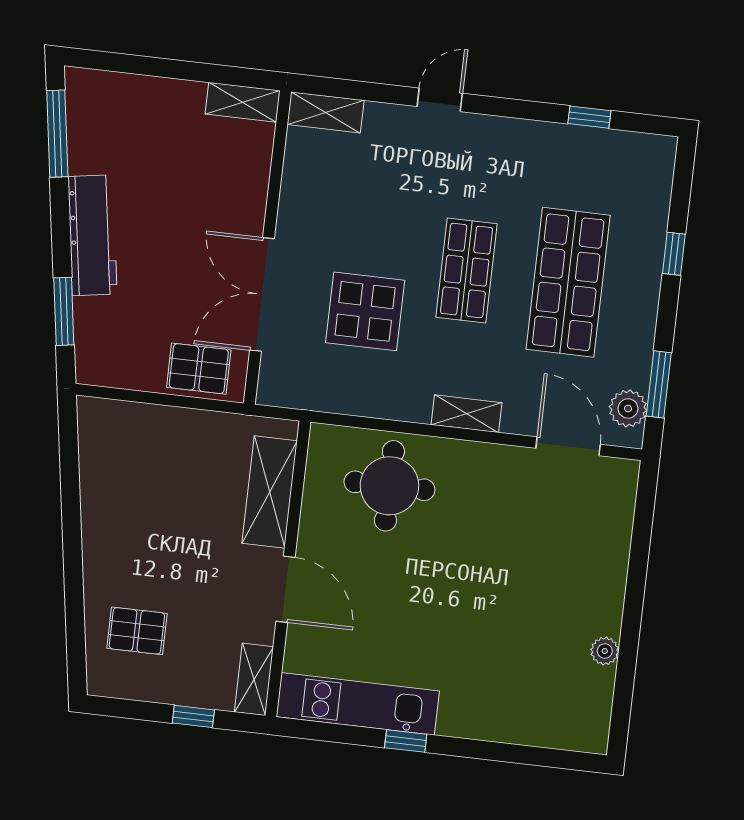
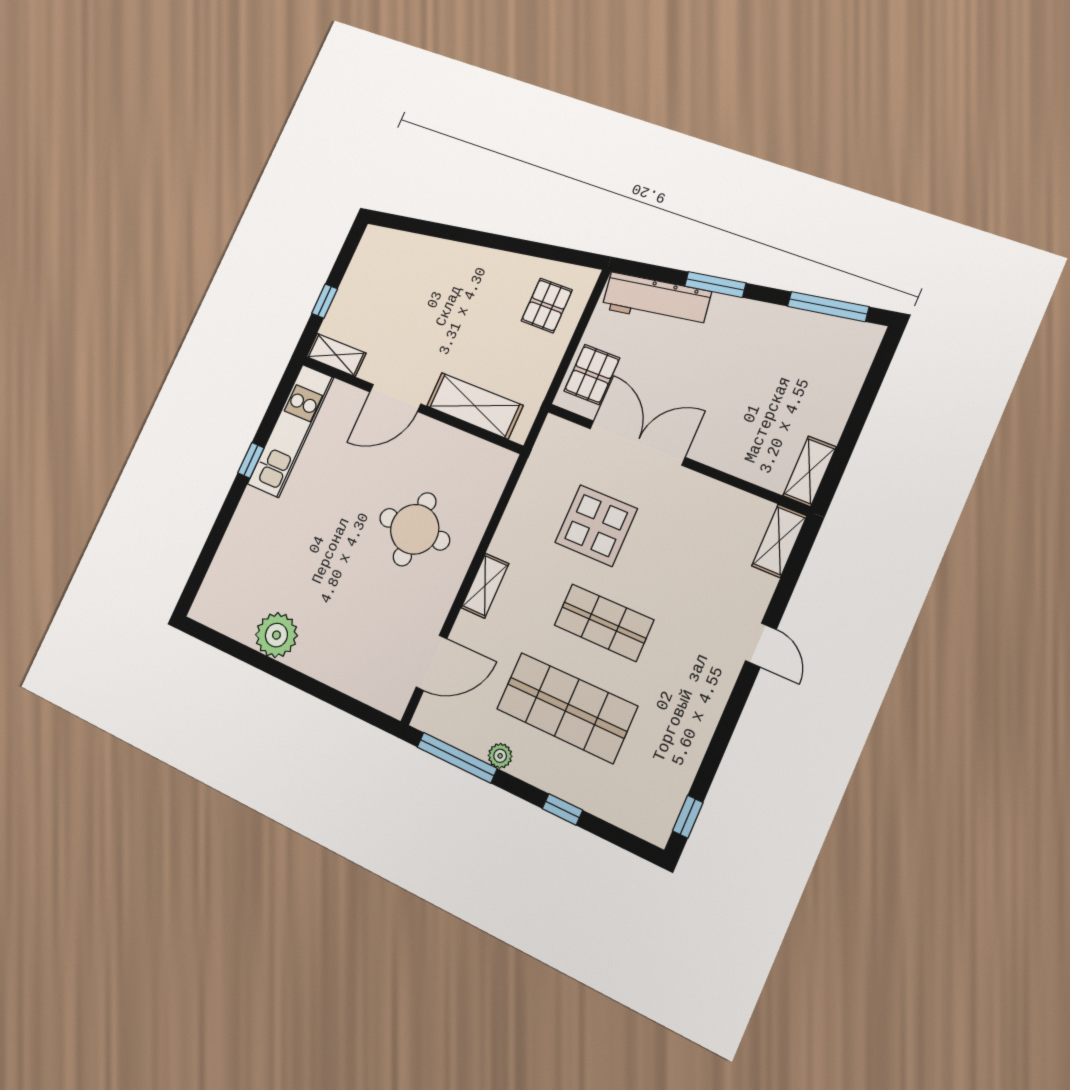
window: (589, 117) -> (688, 817), moved
workbench: (92, 235) -> (656, 300), moved
window: (64, 311) -> (715, 284), moved
window: (659, 384) -> (457, 758), width x1.44
plant: (628, 408) -> (500, 756), moved, width x0.73, depth x0.73
round table: (389, 486) -> (415, 529), moved
pallet: (137, 631) -> (547, 305), moved
plant: (605, 651) -> (276, 635), width x1.88, depth x1.88

